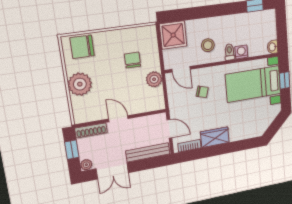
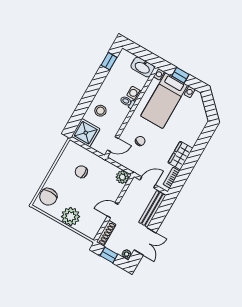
stool: (208, 45) -> (100, 111), moved
washbasin: (272, 47) -> (143, 67), width x1.91, depth x1.45
plant: (154, 79) -> (122, 177), moved

